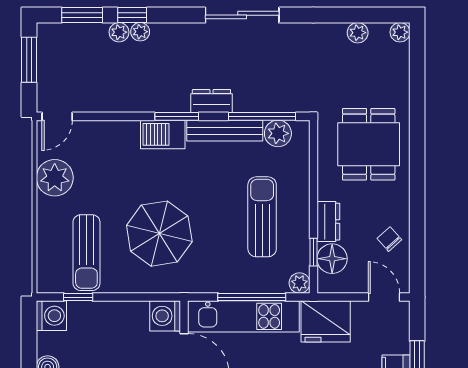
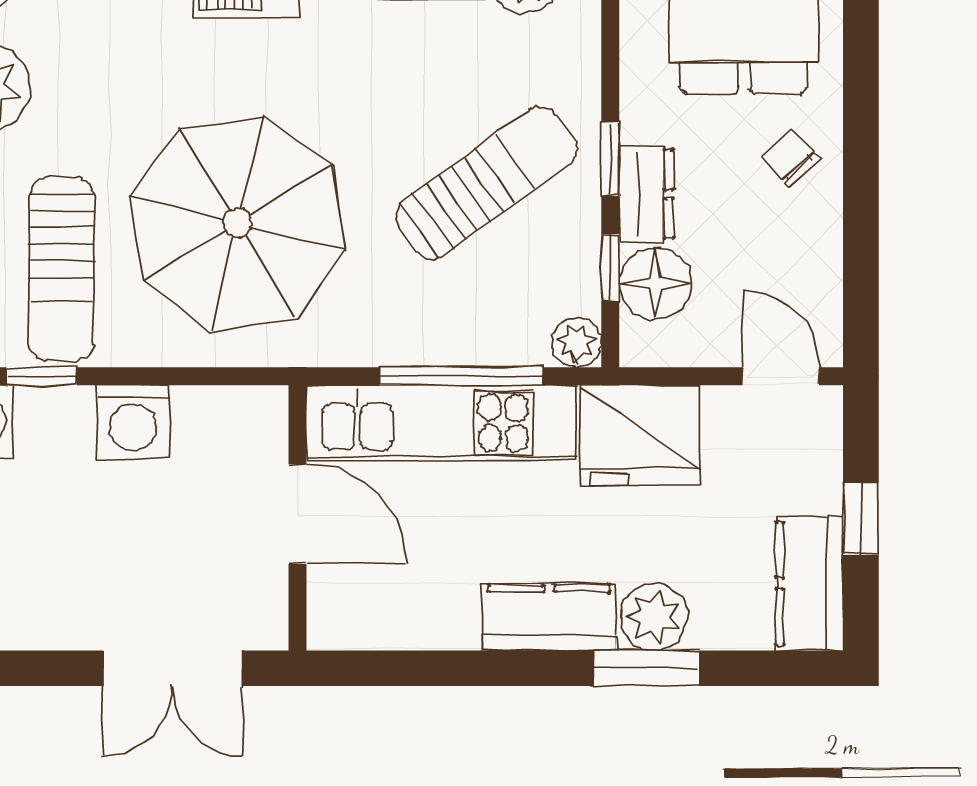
window: (313, 207) -> (610, 159), added
sun lounger: (262, 217) -> (486, 182), turned 54
parasol: (159, 234) -> (238, 223), width x1.36, depth x1.36
chair: (389, 239) -> (791, 158), moved
washing machine: (165, 316) -> (133, 422), moved, turned -90

